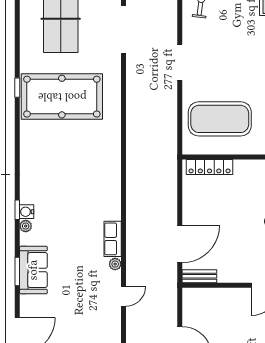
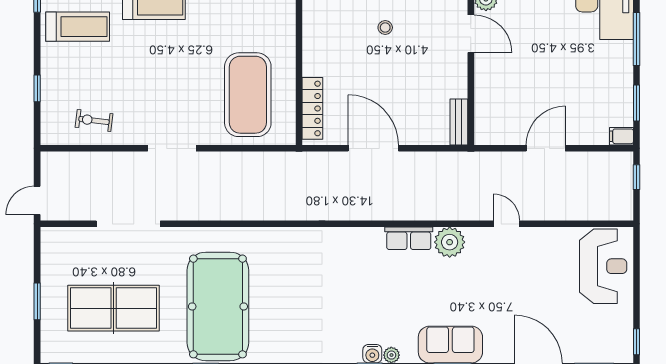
door: (180, 244) -> (373, 148), moved
plant: (115, 264) -> (450, 242), width x1.88, depth x1.88
door: (124, 296) -> (506, 224), moved

